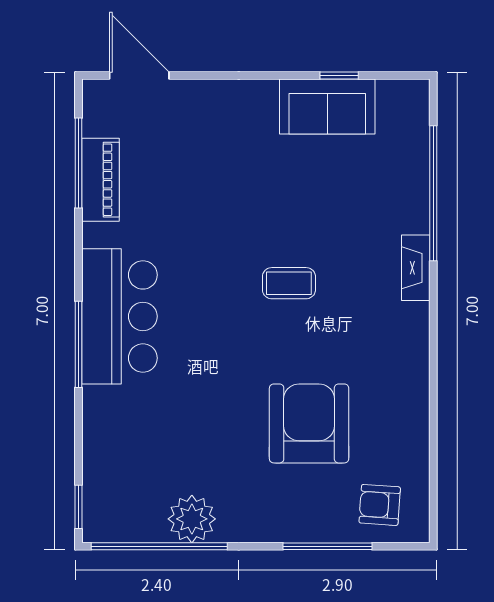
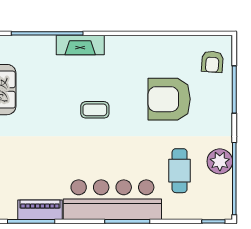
fireplace: (416, 268) -> (80, 45), width x1.37, depth x1.32
coffee table: (289, 283) -> (95, 110), turned 90
bar counter: (120, 316) -> (112, 200), width x1.36
cafe table: (174, 443) -> (180, 171), added

